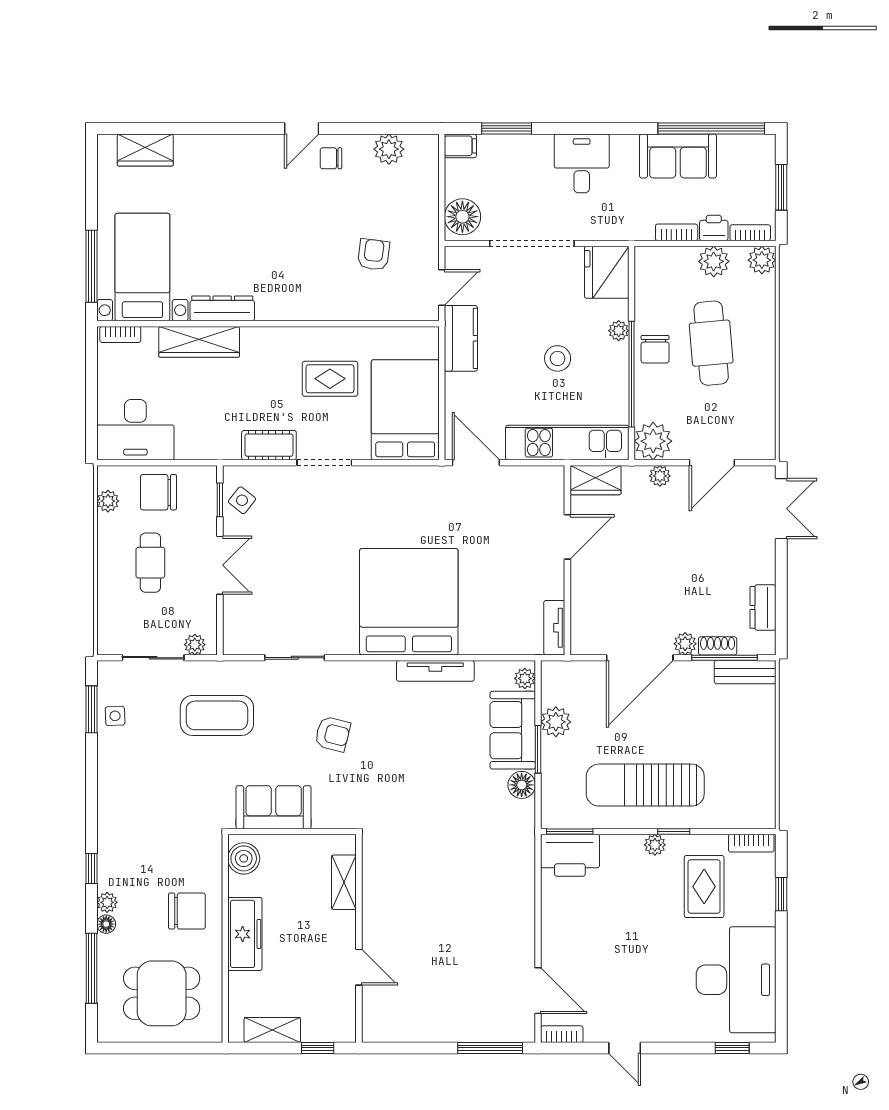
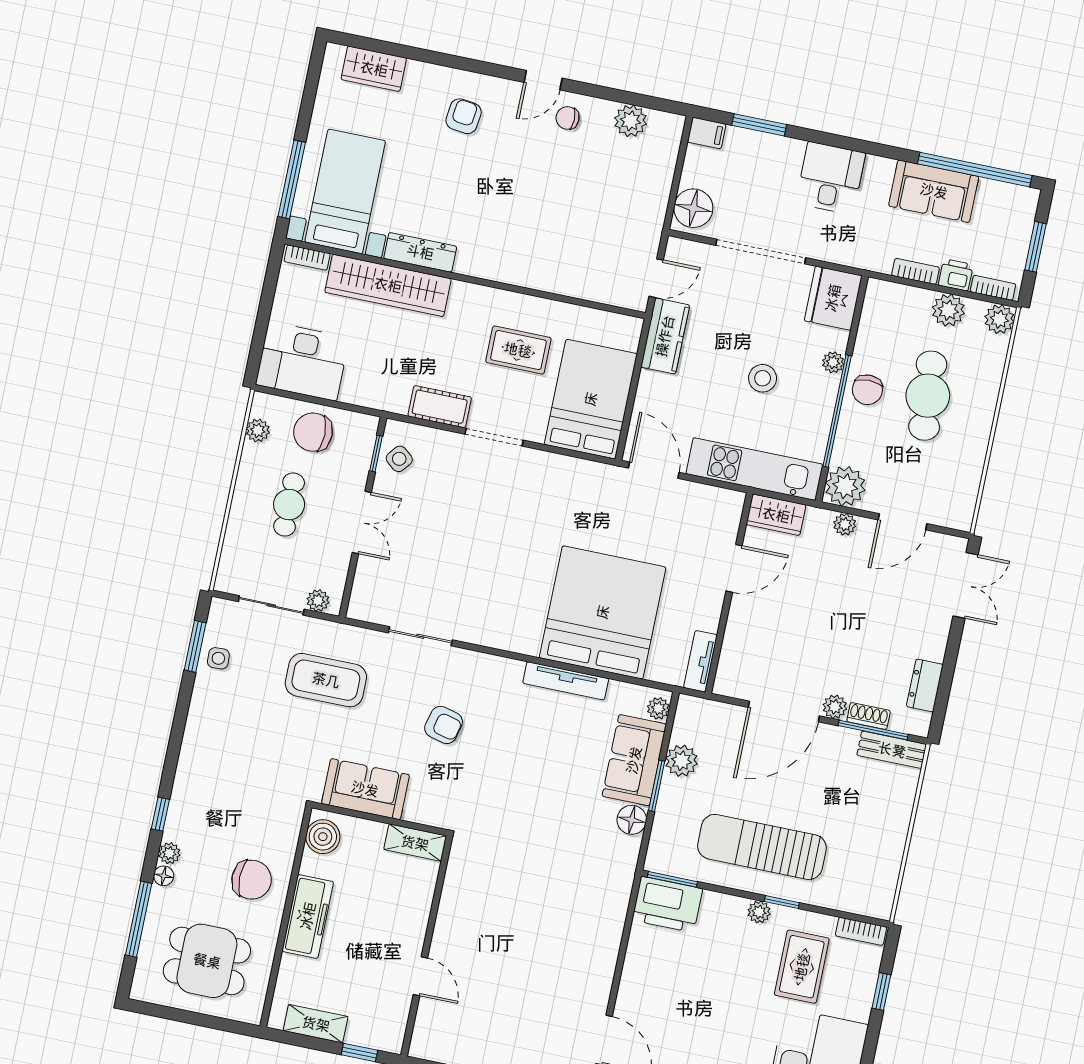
armchair: (374, 255) -> (464, 116), moved
wardrobe: (199, 342) -> (388, 285), width x1.40, depth x1.17
bed: (409, 602) -> (603, 612), moved
shelving: (344, 882) -> (415, 843), moved, turned 90

